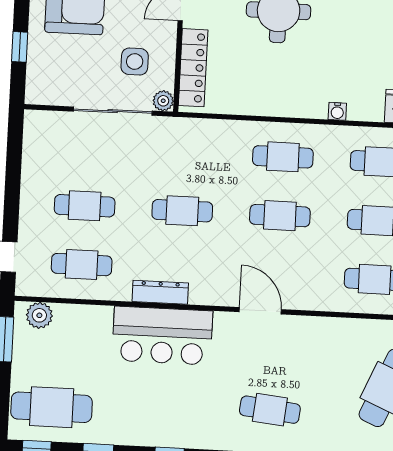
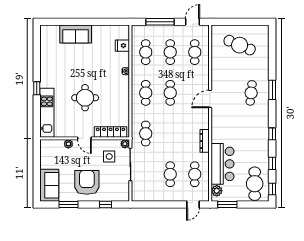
cafe table: (182, 211) -> (146, 134), moved
bar counter: (162, 336) -> (223, 164), moved

